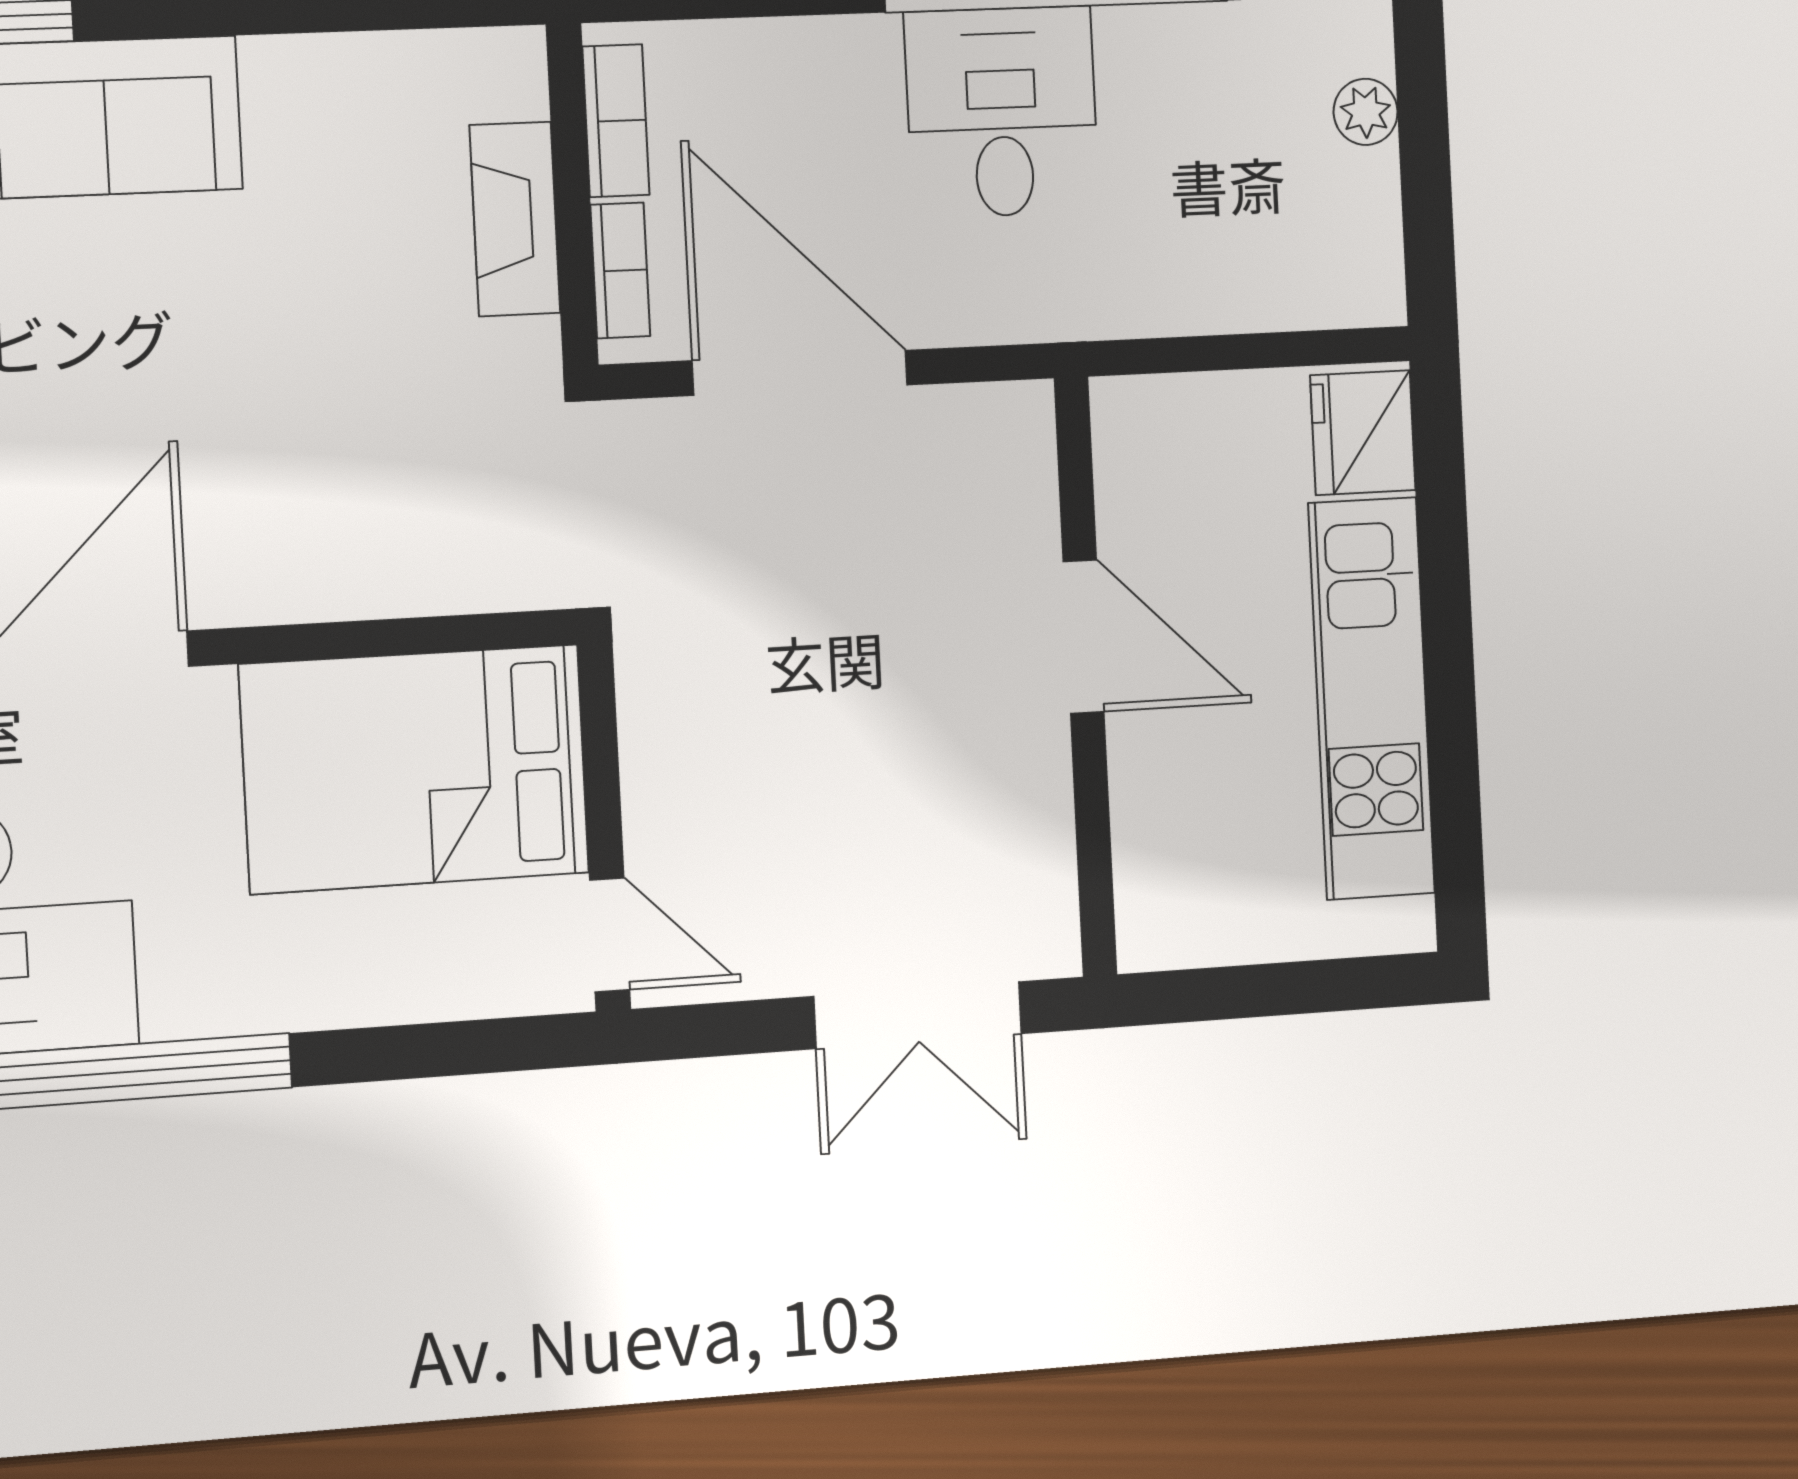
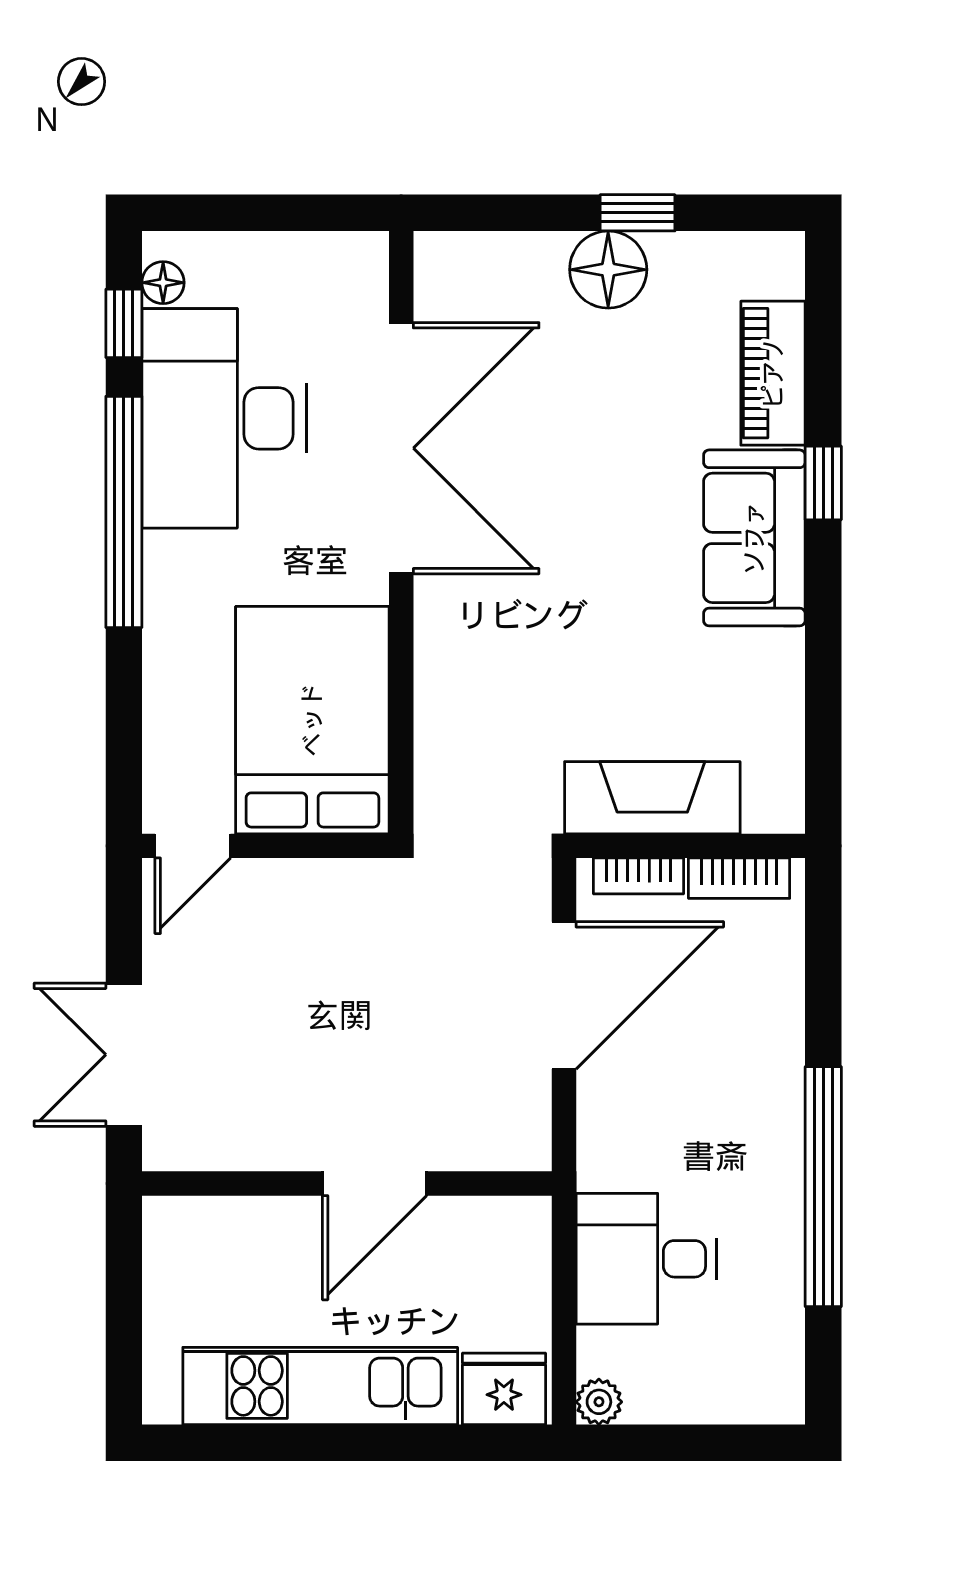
desk: (1002, 112) -> (646, 1259), moved, turned 180
plant: (1366, 112) -> (599, 1402), moved
fireplace: (515, 219) -> (652, 798), width x1.37, depth x1.32

